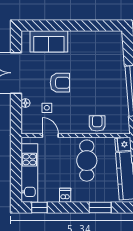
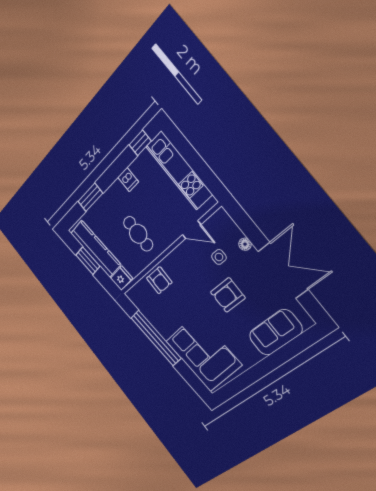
corner sofa: (106, 60) -> (203, 353), added
cafe table: (87, 161) -> (138, 234), width x0.73, depth x0.74

